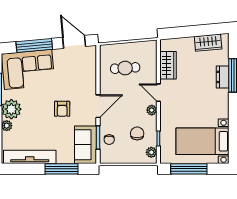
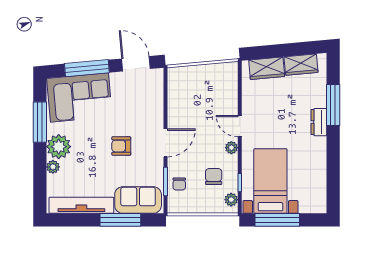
wardrobe: (168, 65) -> (267, 68), moved, turned 85
cafe table: (125, 68) -> (199, 96), removed
dresser: (223, 77) -> (319, 122), moved
armchair: (62, 109) -> (121, 146), turned 90
bed with nightstands: (202, 141) -> (270, 181), moved, turned 90
sofa: (86, 145) -> (138, 200), moved, turned 90

